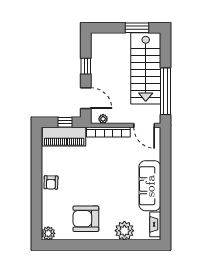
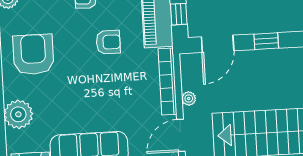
plant: (103, 119) -> (189, 98), moved
armchair: (81, 169) -> (108, 42), added

